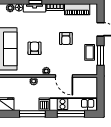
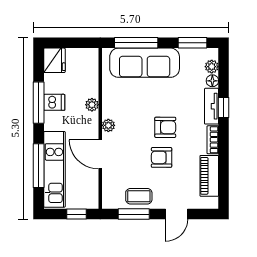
armchair: (34, 48) -> (165, 127), moved
door: (64, 76) -> (100, 154), hinge flipped
window: (101, 91) -> (76, 214), added
dishwasher: (44, 104) -> (54, 102), moved

